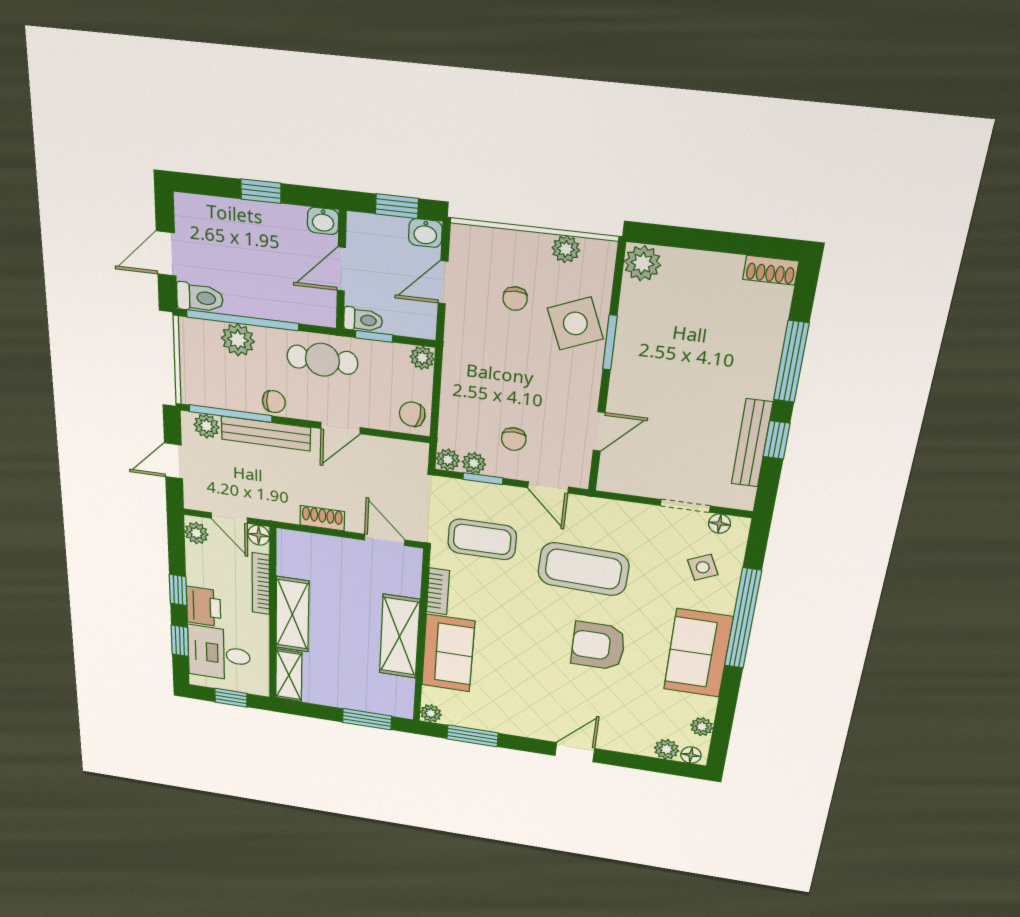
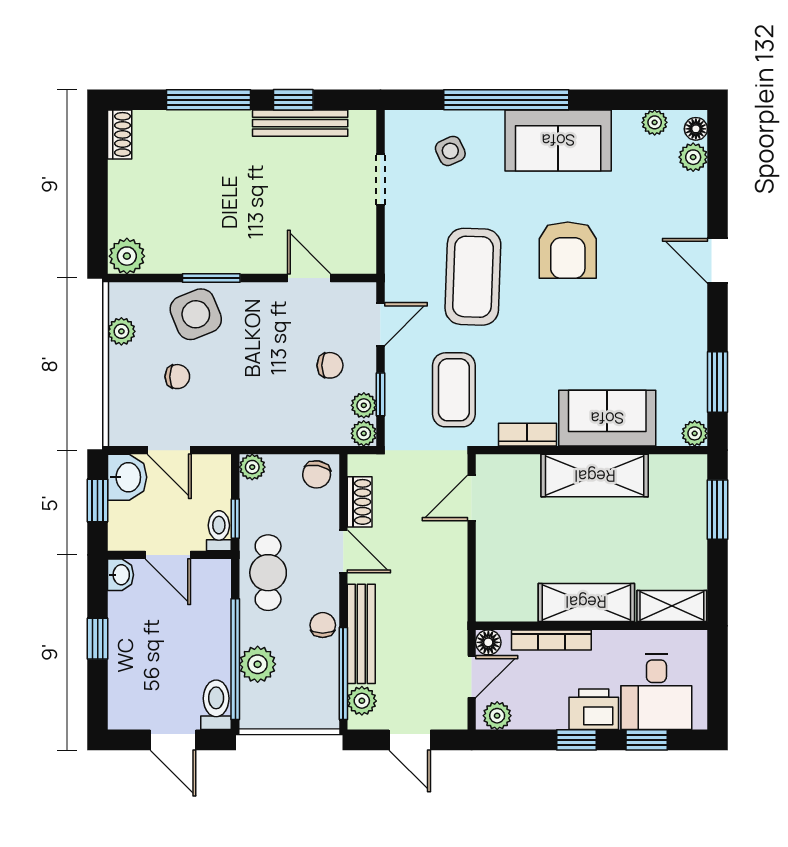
washbasin: (425, 233) -> (127, 477), width x1.38, depth x1.45
shoe rack: (322, 518) -> (360, 502), moved, turned 180
floor lamp: (719, 524) -> (396, 141), removed
window: (231, 698) -> (717, 678), removed

